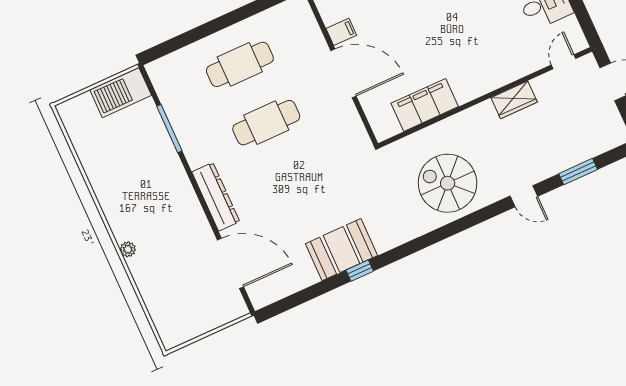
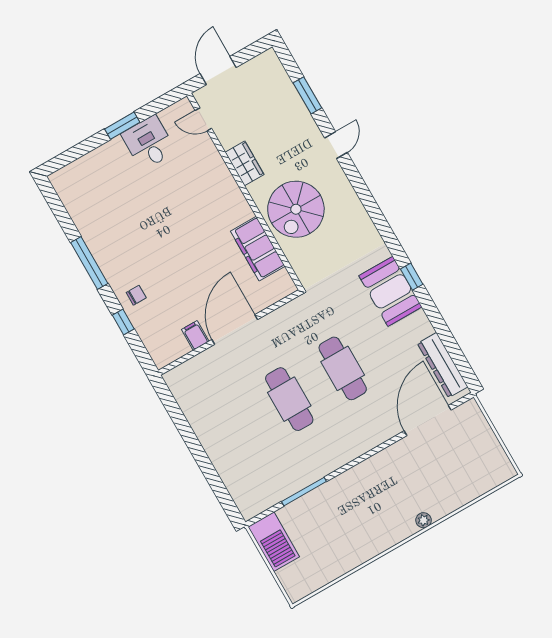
cafe table: (240, 64) -> (343, 368), moved
spiral stairs: (448, 183) -> (296, 209), moved
dresser: (216, 197) -> (443, 365), moved, turned -90
booth: (341, 250) -> (390, 291), moved
window: (360, 271) -> (412, 277), moved

